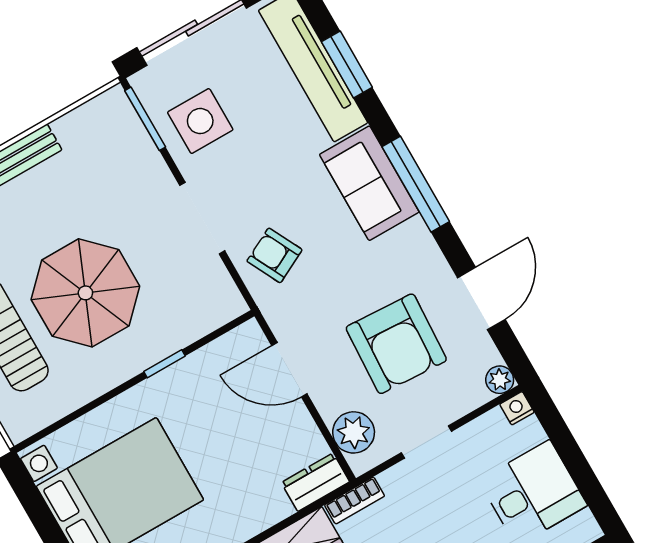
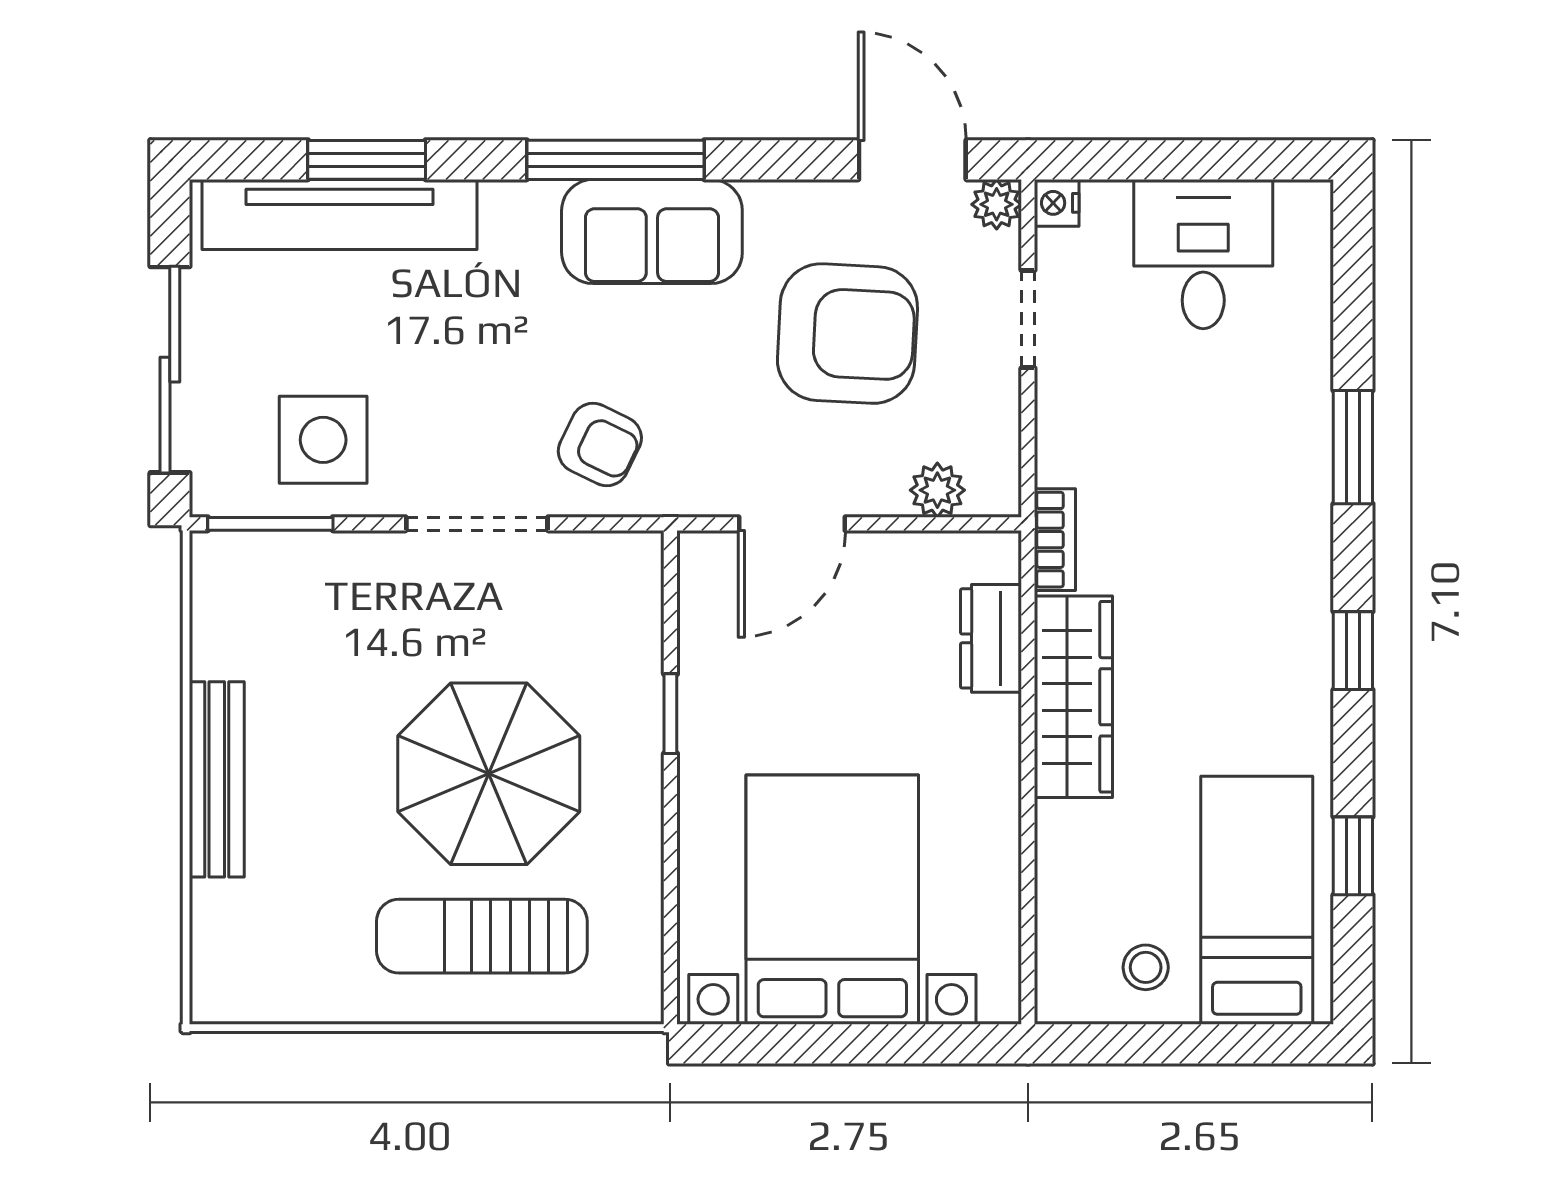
sofa: (369, 183) -> (652, 232), moved
armchair: (274, 255) -> (600, 445), turned -127
door: (481, 298) -> (912, 160), moved
plant: (354, 432) -> (937, 490), width x0.73, depth x0.73
doorway: (426, 442) -> (1028, 319), moved
dresser: (315, 482) -> (991, 638), moved

